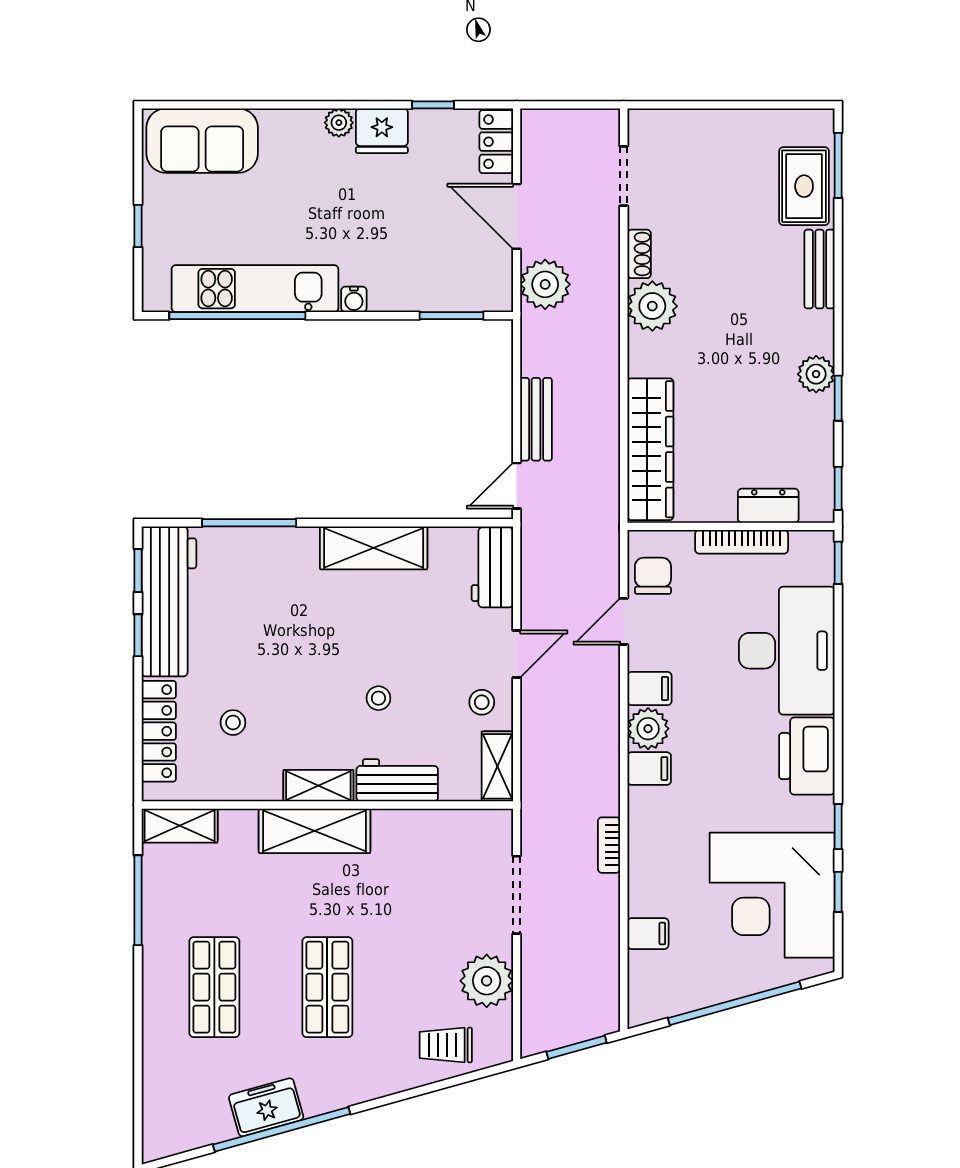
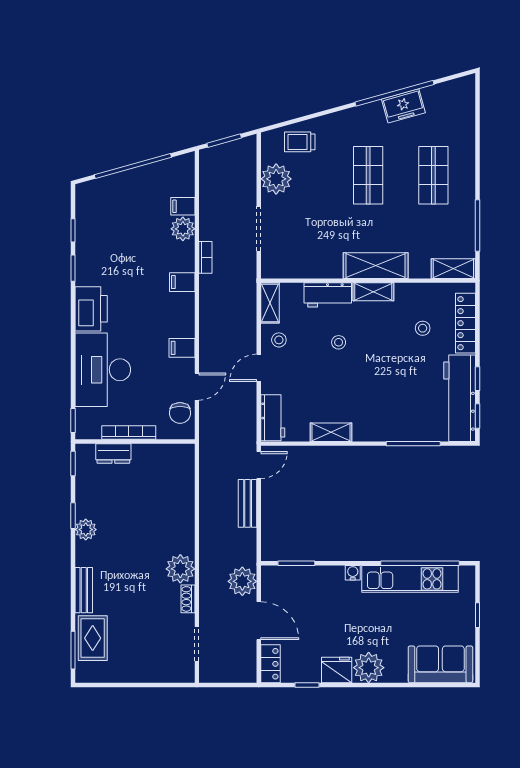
plant: (339, 123) -> (369, 668), width x1.88, depth x1.88
wardrobe: (650, 449) -> (181, 486), removed
shelving: (374, 548) -> (331, 432), width x0.67, depth x0.75
plant: (648, 729) -> (183, 229), moved
filing cabinet: (649, 769) -> (182, 282), moved
corner desk: (772, 895) -> (111, 228), removed
trolley: (446, 1045) -> (300, 142), turned 180

